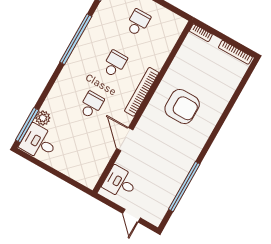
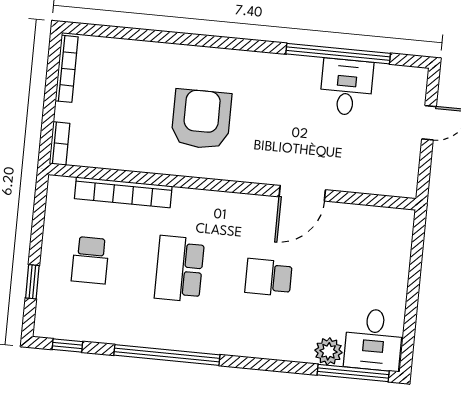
school desk: (138, 23) -> (90, 260), turned -90
school desk: (115, 64) -> (179, 269), width x1.85
bookcase: (142, 92) -> (123, 192), moved
desk: (120, 182) -> (346, 87), moved, turned 180

